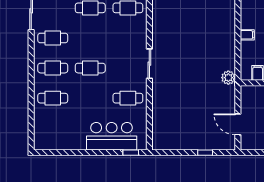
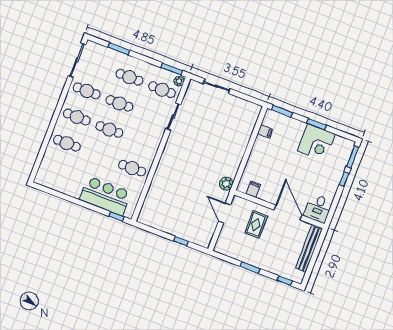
filing cabinet: (247, 35) -> (265, 131), moved
cafe table: (90, 38) -> (119, 103), added
sliding door: (149, 64) -> (173, 117), moved
door: (238, 124) -> (224, 213), moved

